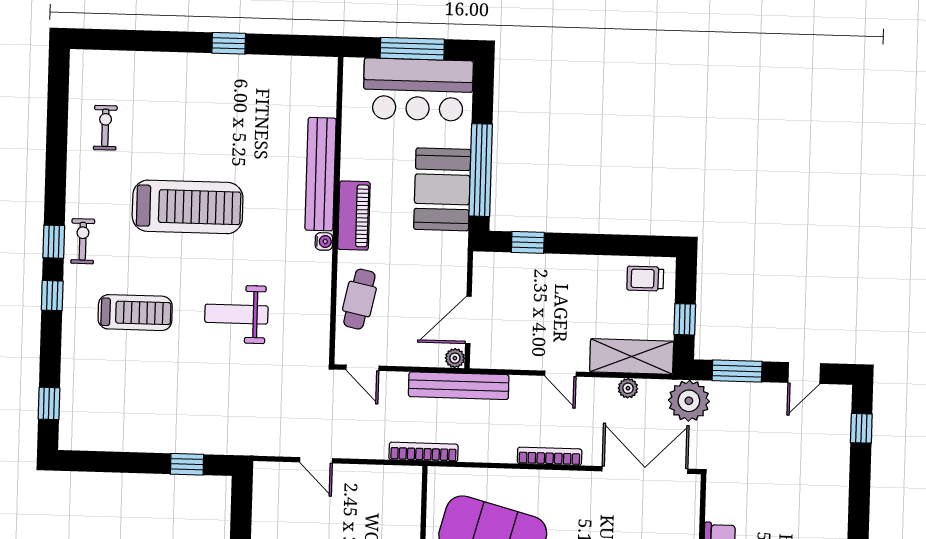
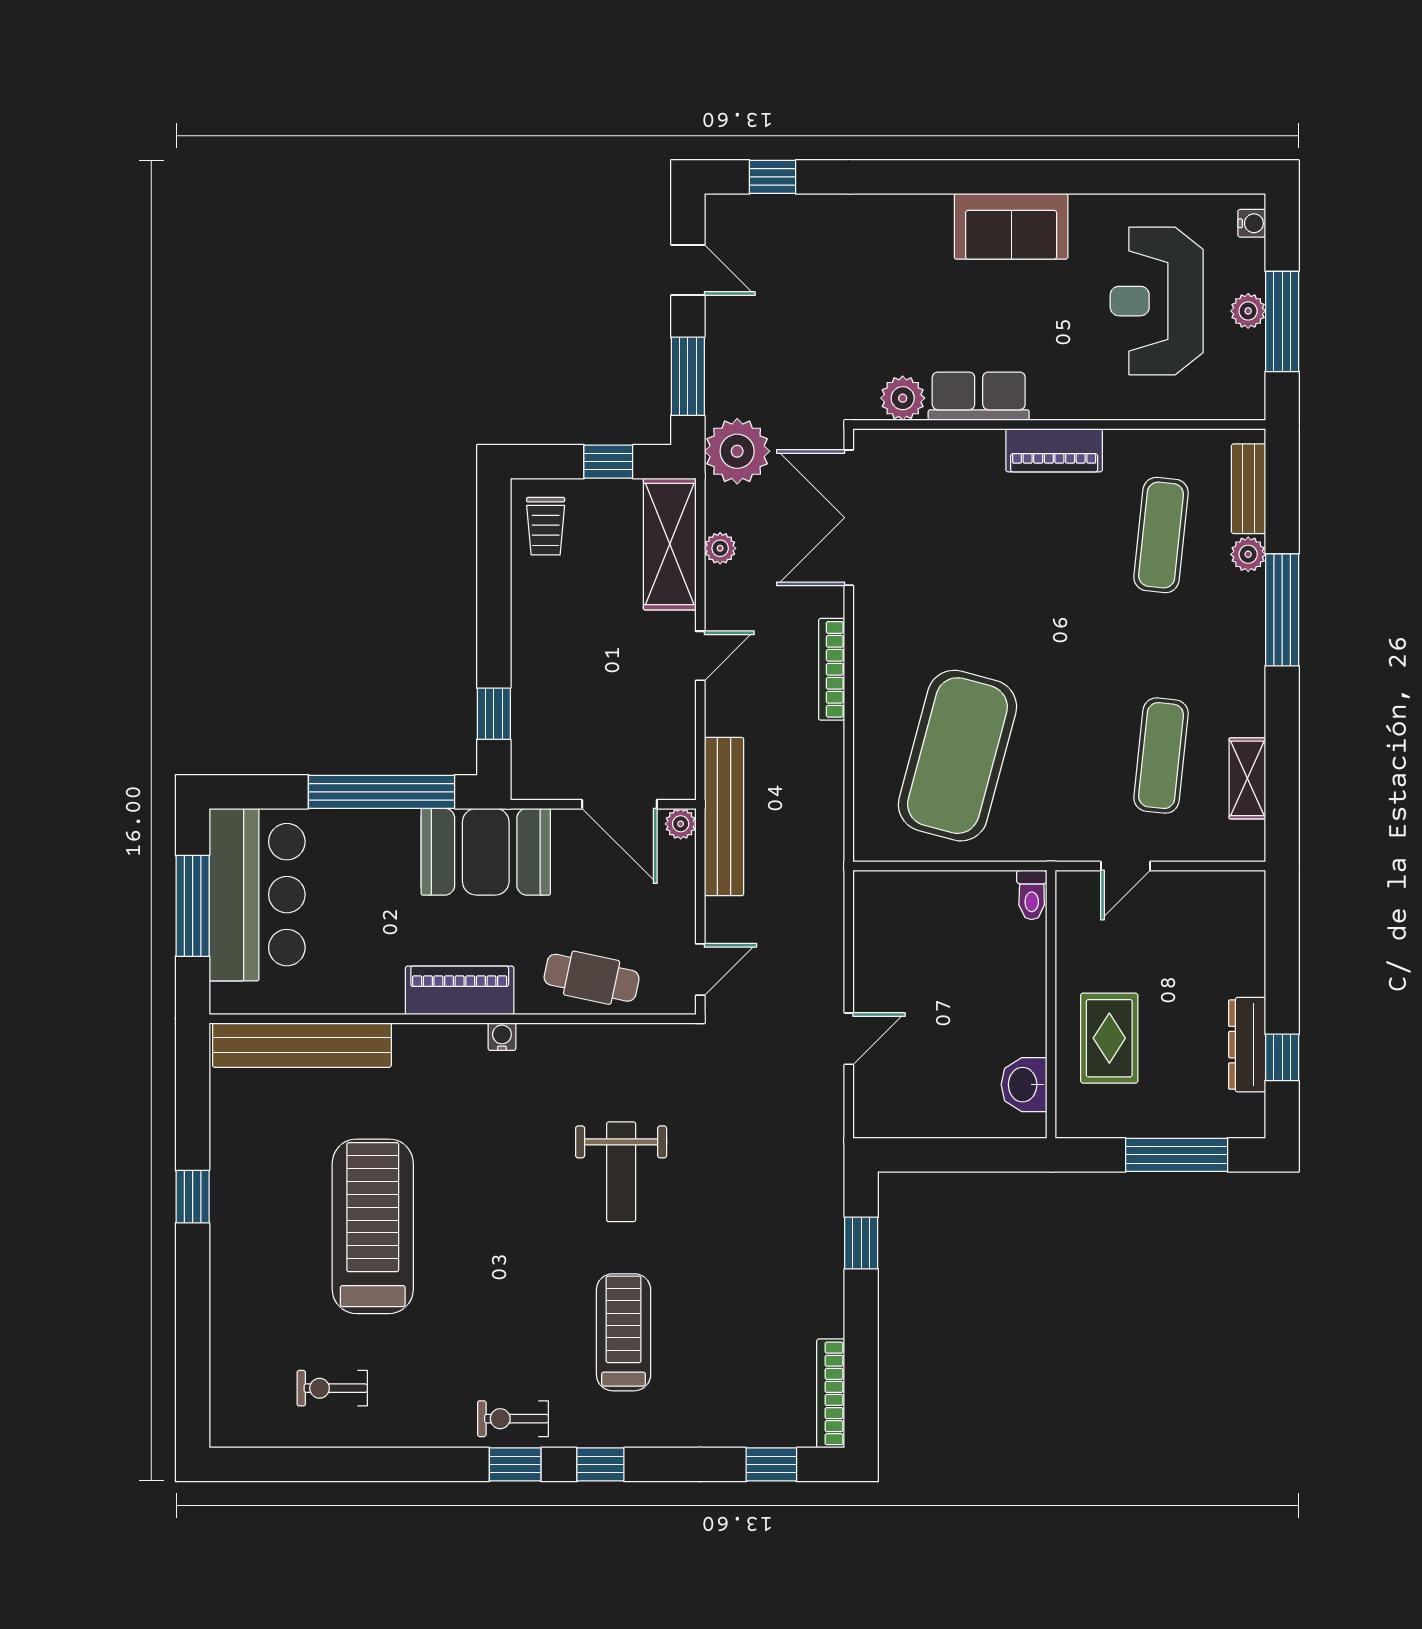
bench: (321, 174) -> (302, 1045), moved
booth: (442, 189) -> (486, 852), moved
treadmill: (188, 207) -> (373, 1226), moved
bookcase: (424, 452) -> (831, 1393), moved
plant: (719, 506) -> (903, 398), added

